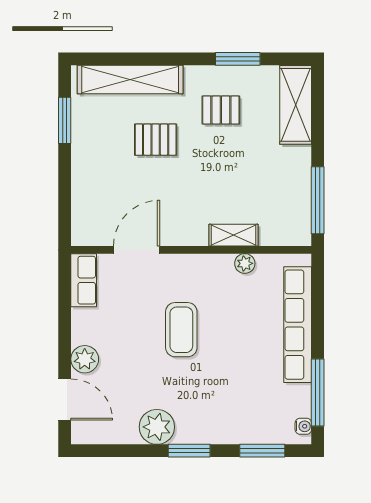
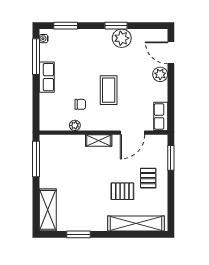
pallet: (221, 110) -> (148, 178), moved, turned 90
window: (65, 120) -> (171, 158), moved
shelving: (234, 235) -> (99, 140), moved
chair: (235, 303) -> (80, 104), added
row of seats: (298, 325) -> (47, 77), width x0.50
window: (189, 451) -> (116, 26), moved

